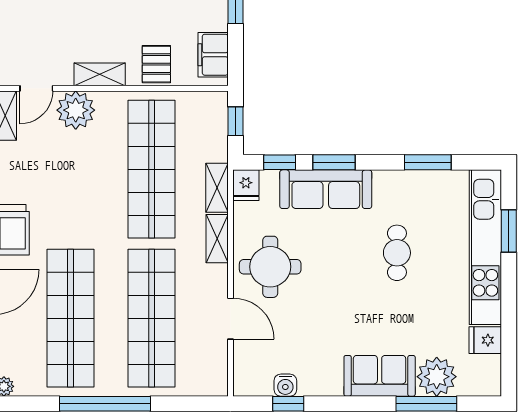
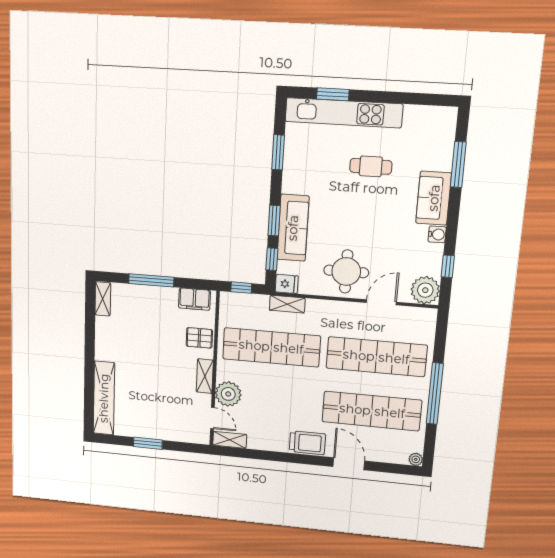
shelving: (217, 239) -> (323, 307), removed
cafe table: (397, 253) -> (371, 166), moved
fridge: (485, 340) -> (414, 117), removed
plant: (437, 377) -> (425, 290), moved
water cooler: (285, 385) -> (437, 234), moved

